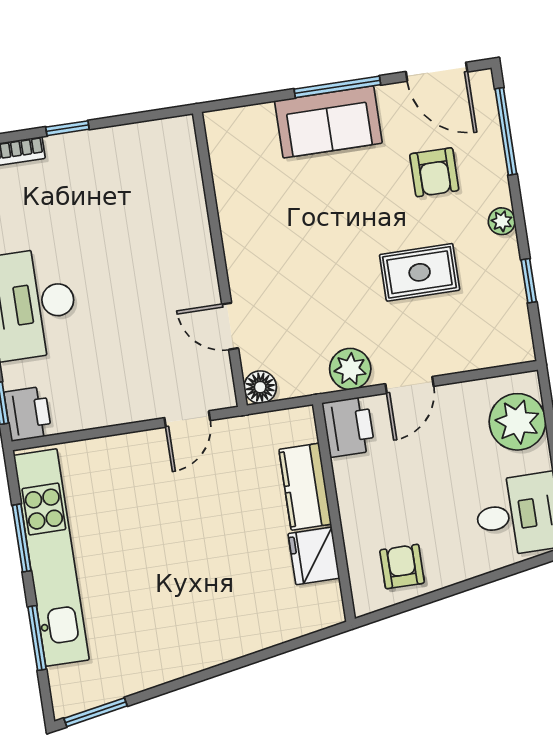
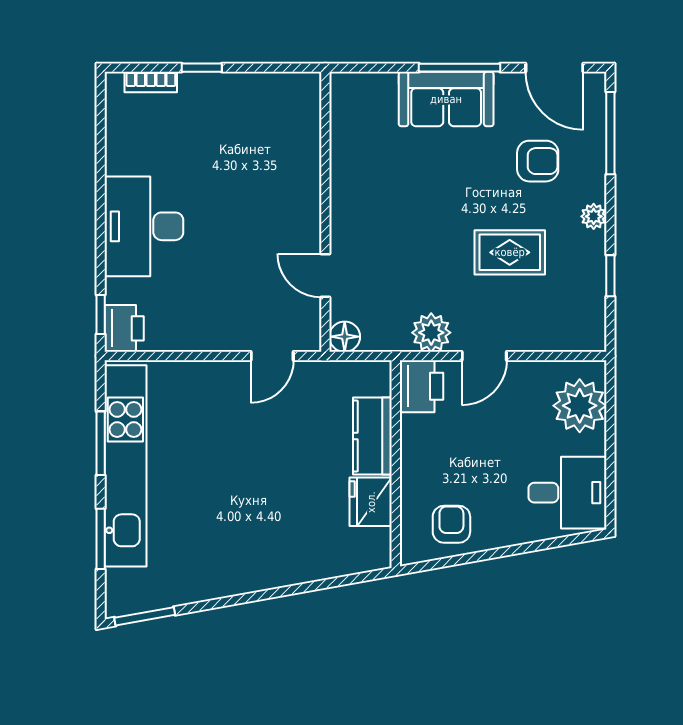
armchair: (434, 172) -> (538, 161), turned -90

